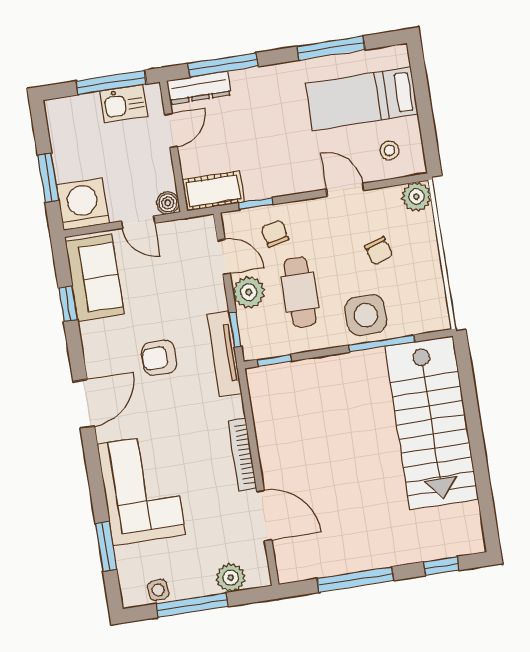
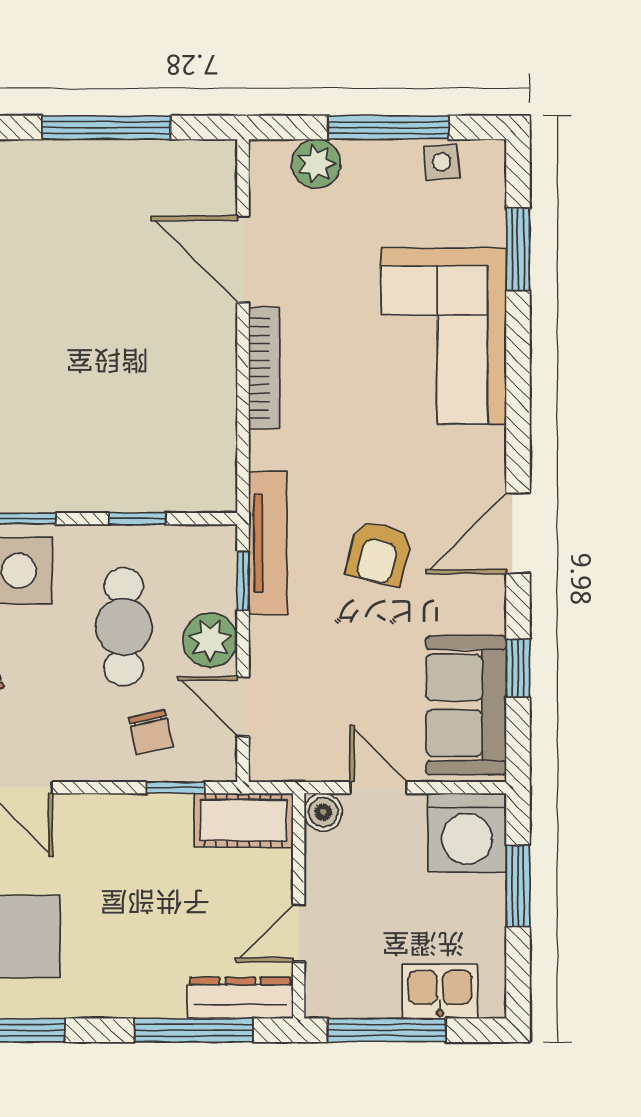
kitchen sink: (124, 104) -> (440, 991), moved
armchair: (159, 358) -> (379, 553), turned 104
window: (274, 360) -> (137, 519), moved
door: (84, 404) -> (518, 533), moved

